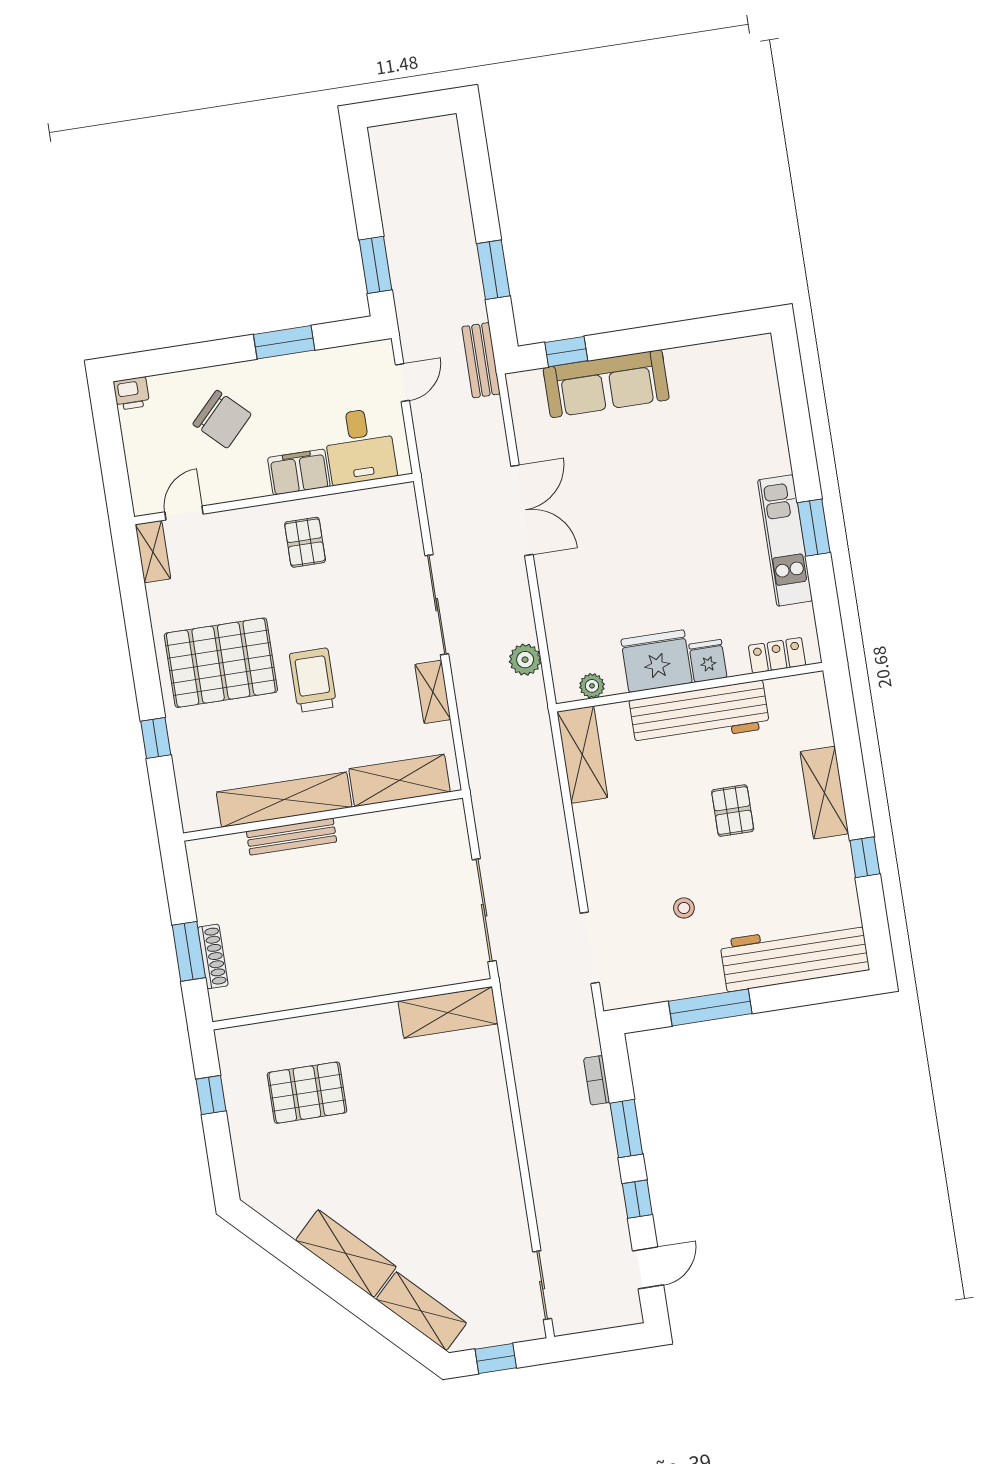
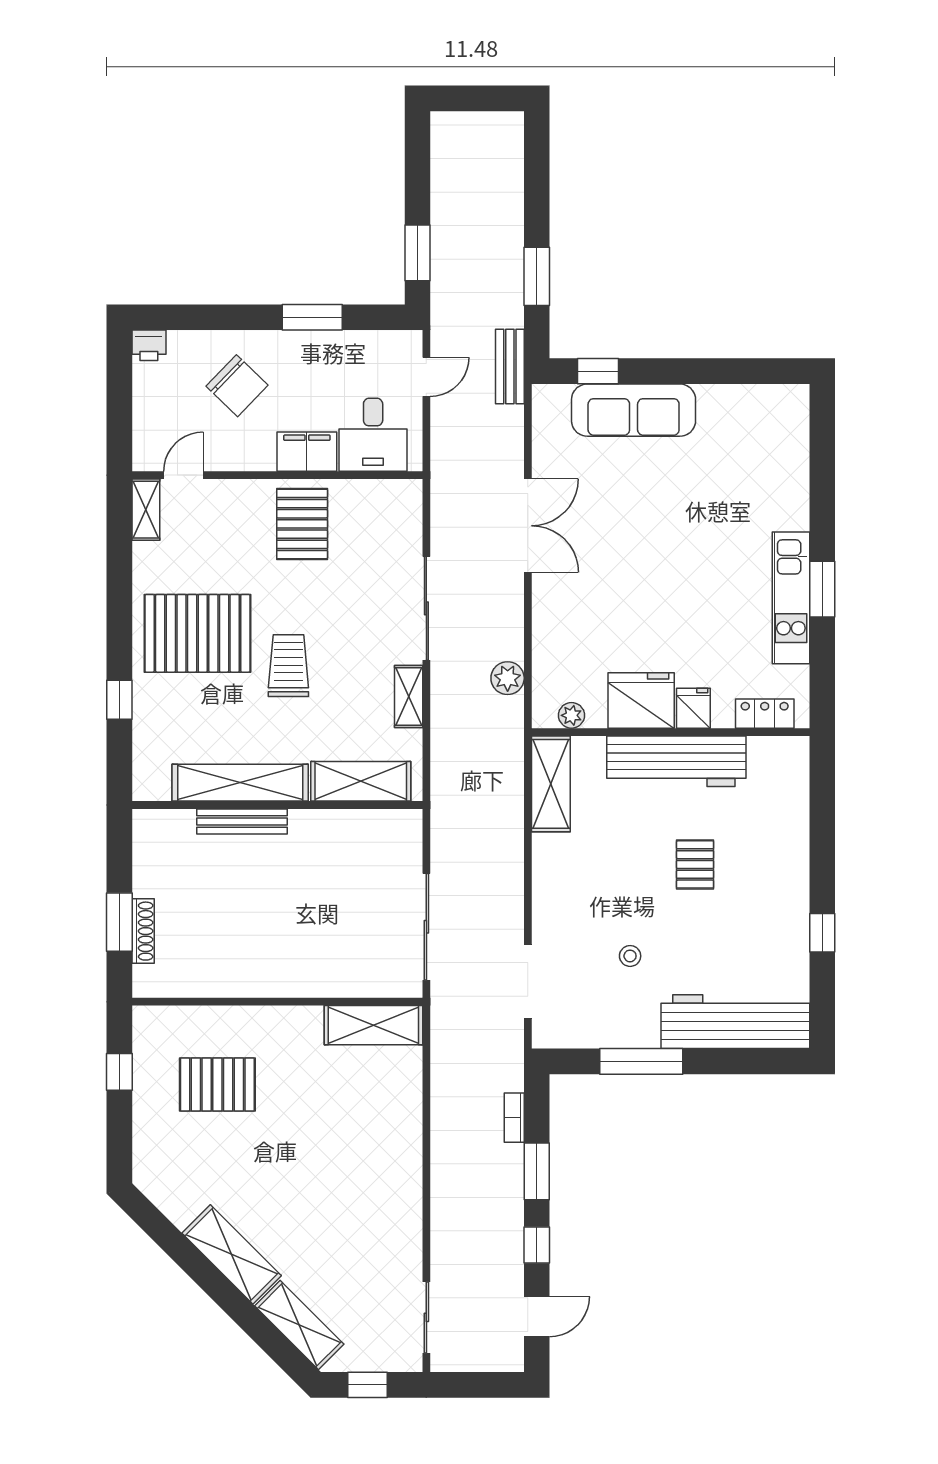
pallet: (305, 542) -> (302, 524), width x1.50, depth x1.42
shelving: (824, 793) -> (791, 861), removed

